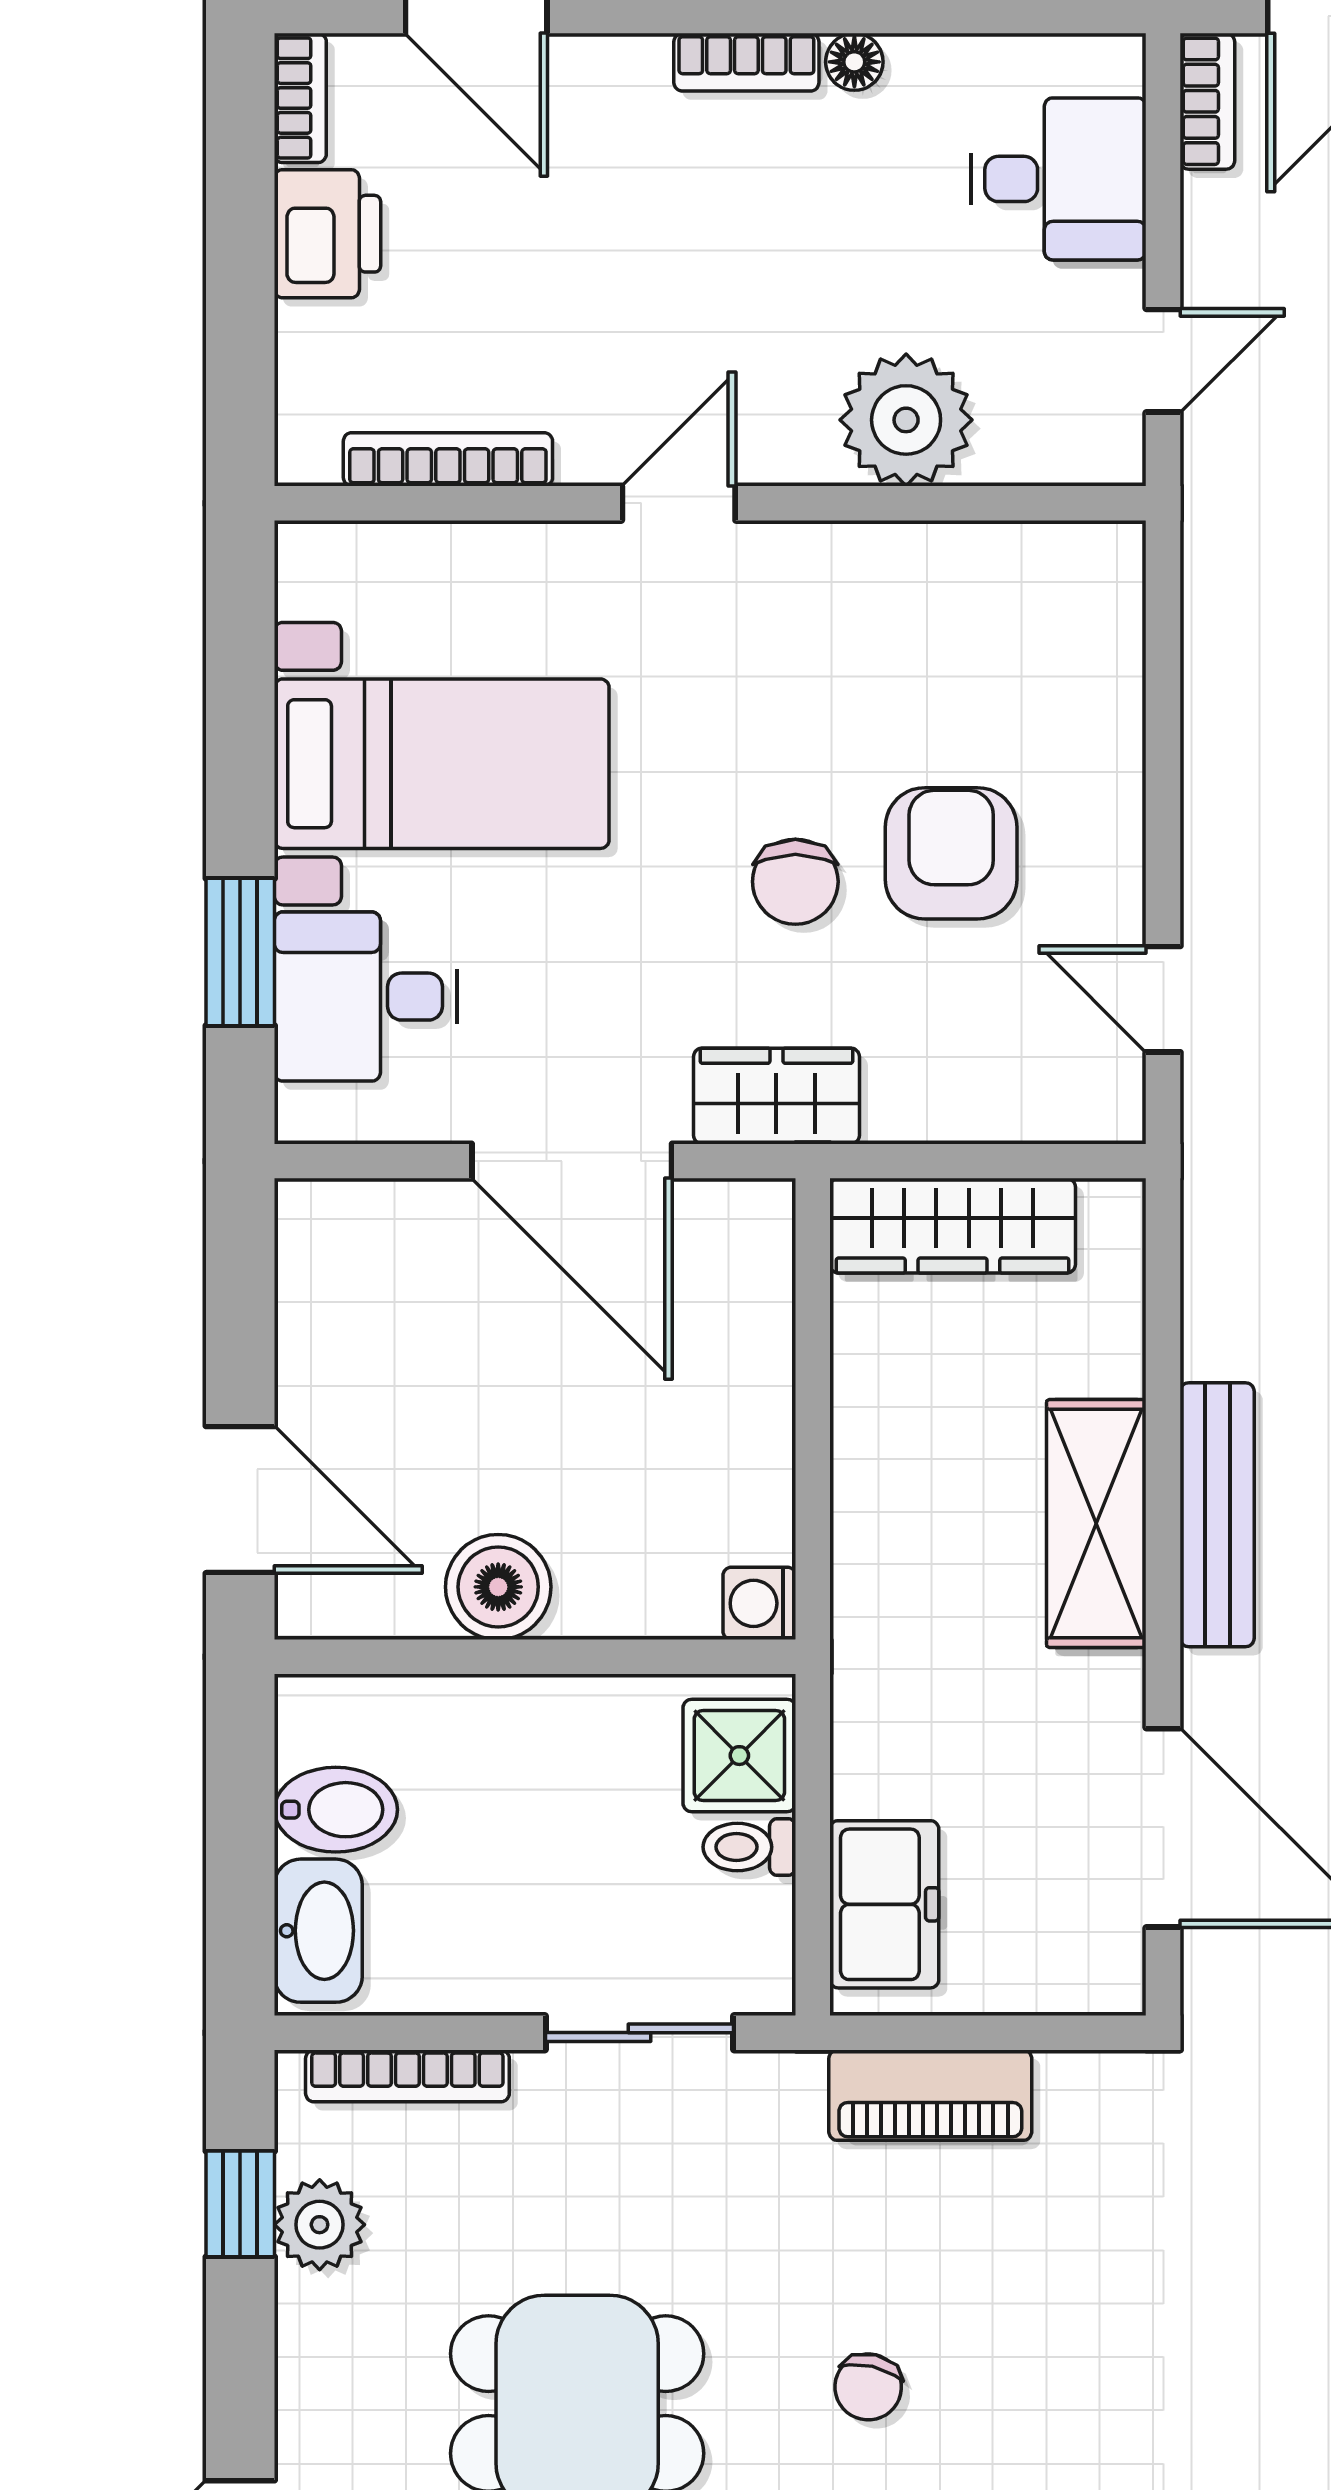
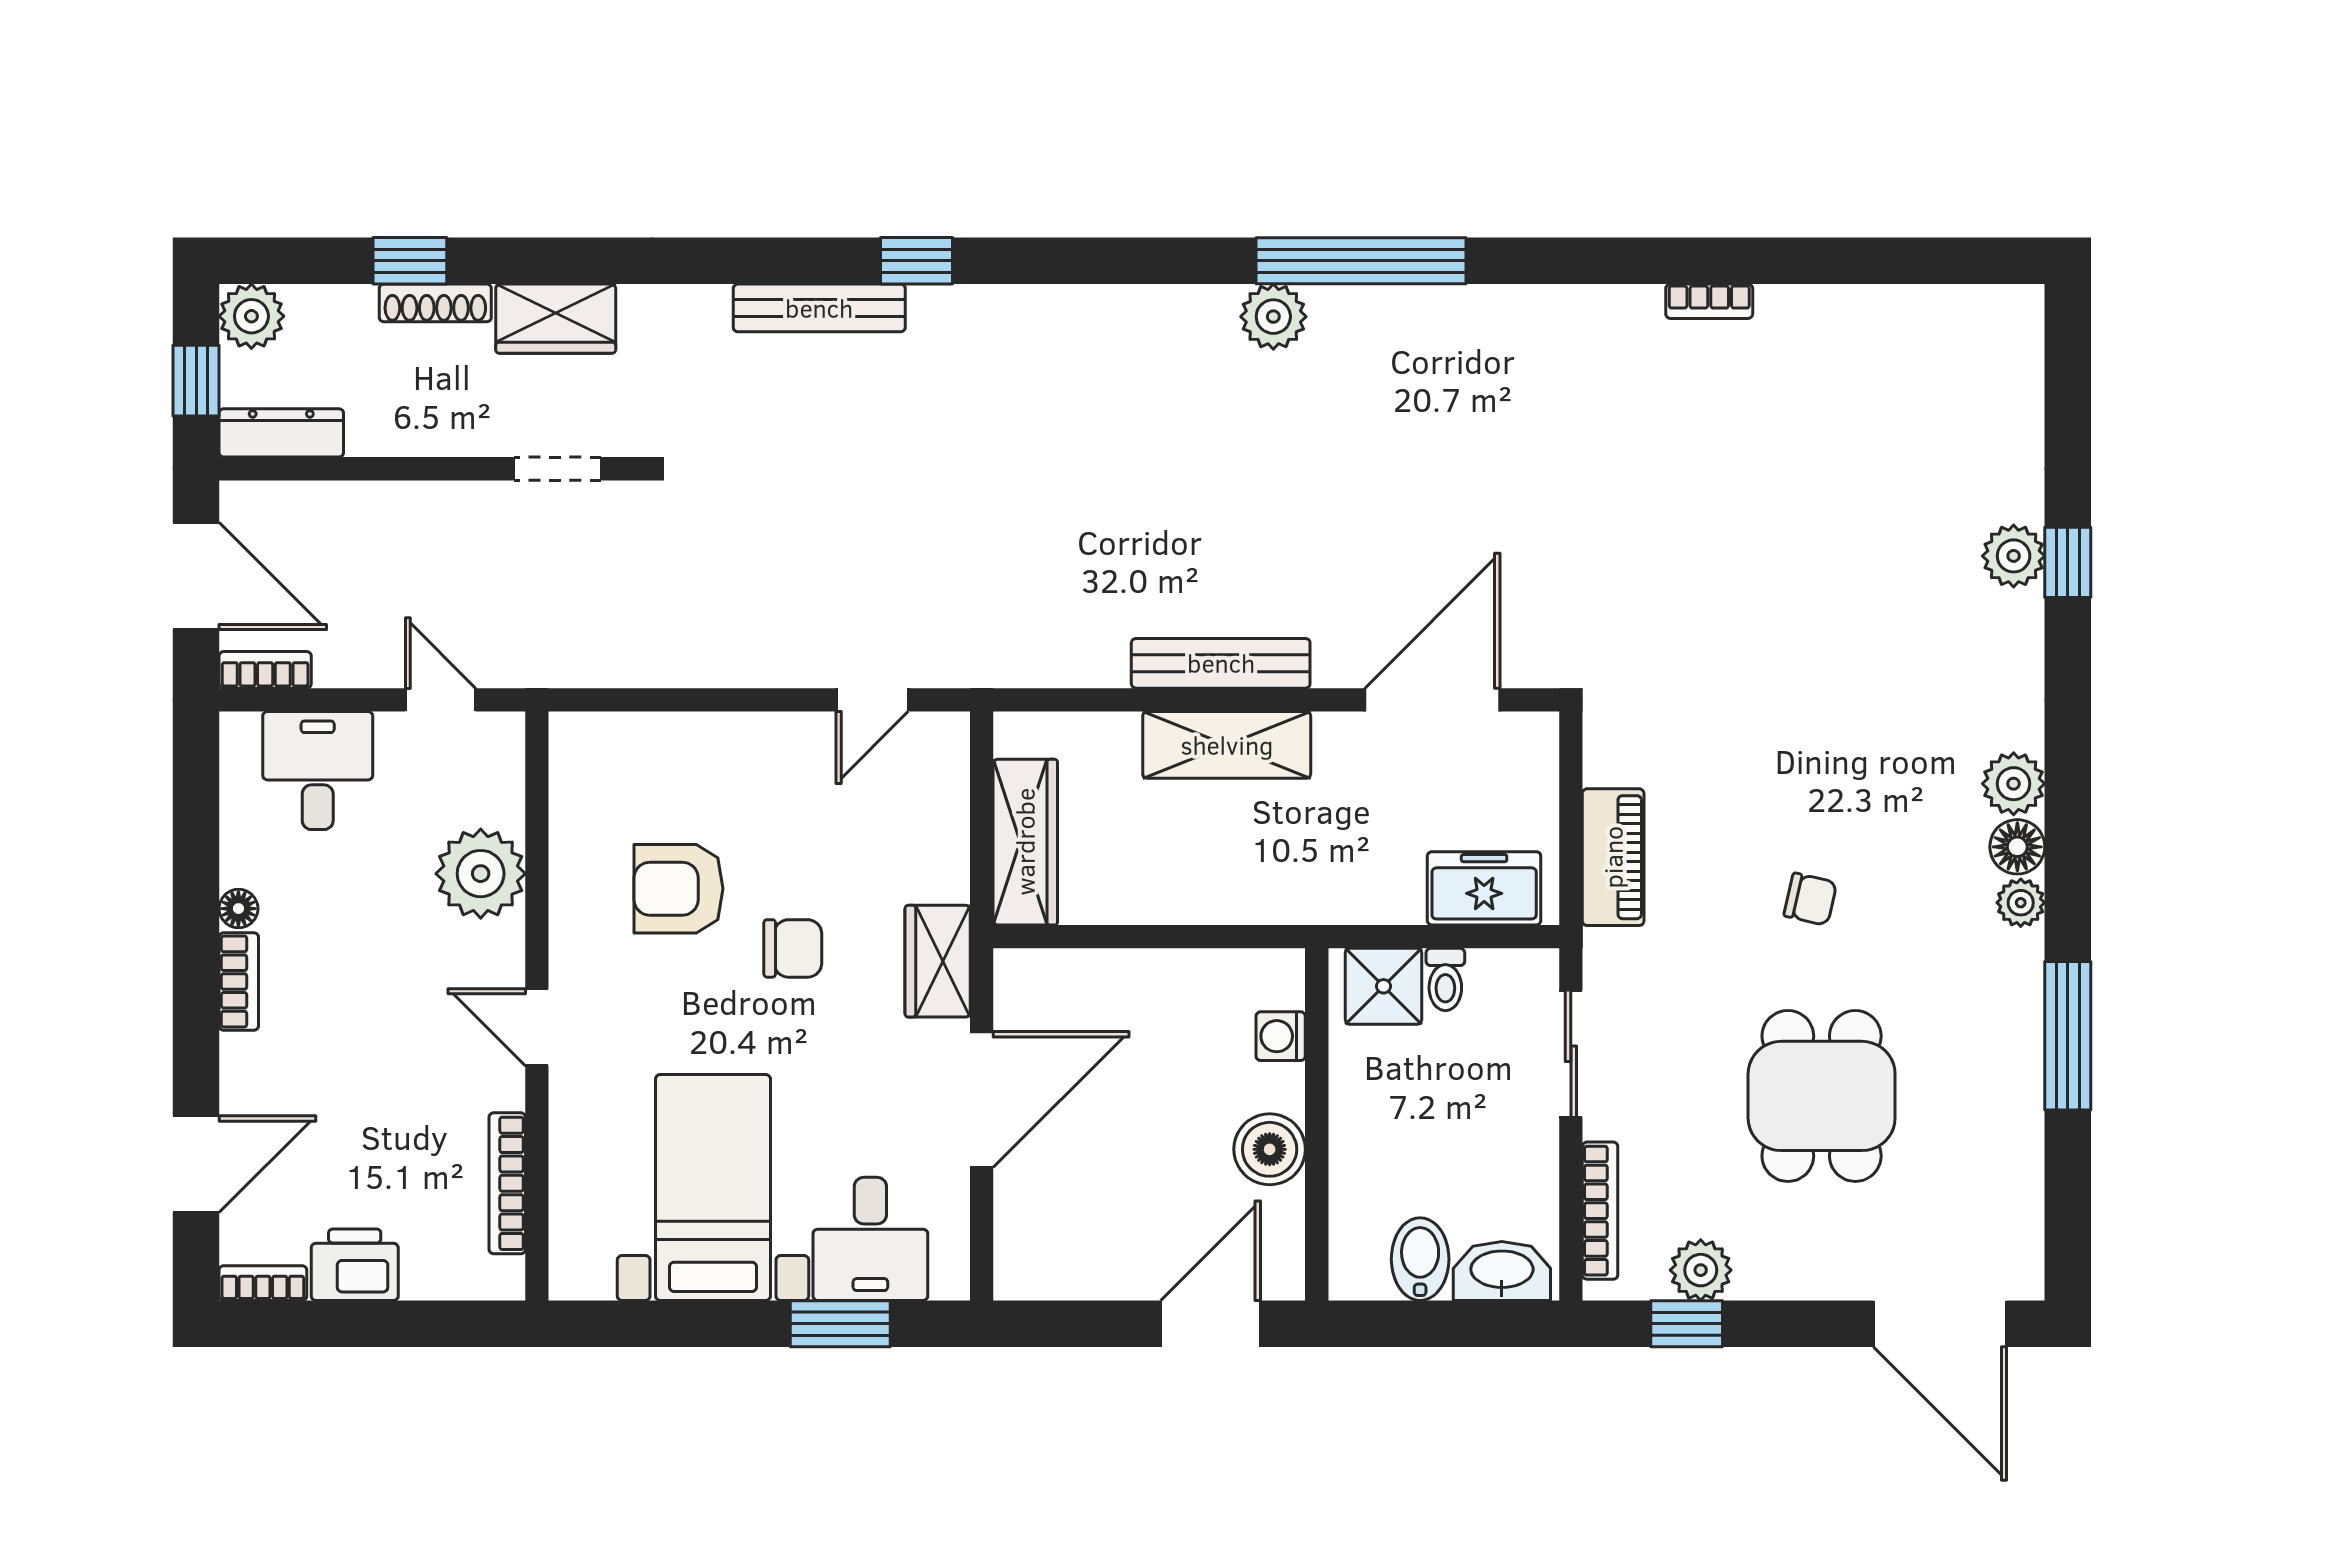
armchair: (951, 853) -> (679, 889), moved
washing machine: (759, 1603) -> (1281, 1036), moved, turned 90

